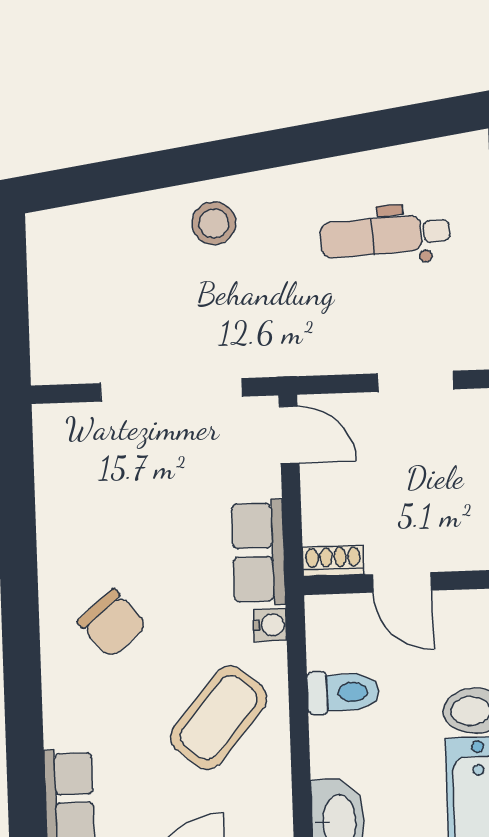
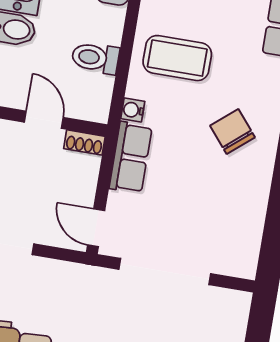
coffee table: (219, 718) -> (177, 58), turned 50

